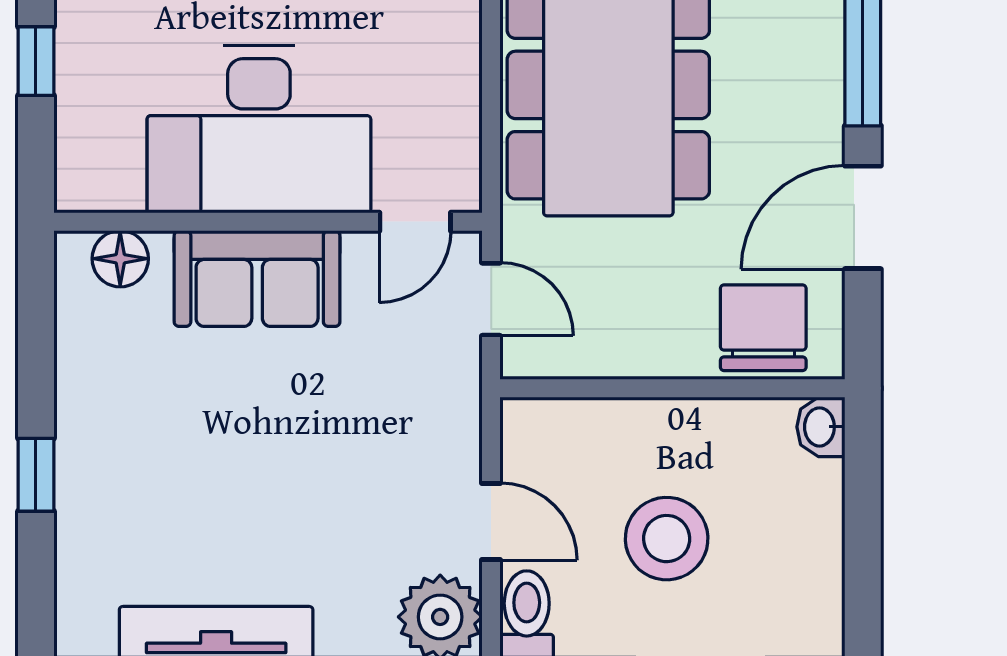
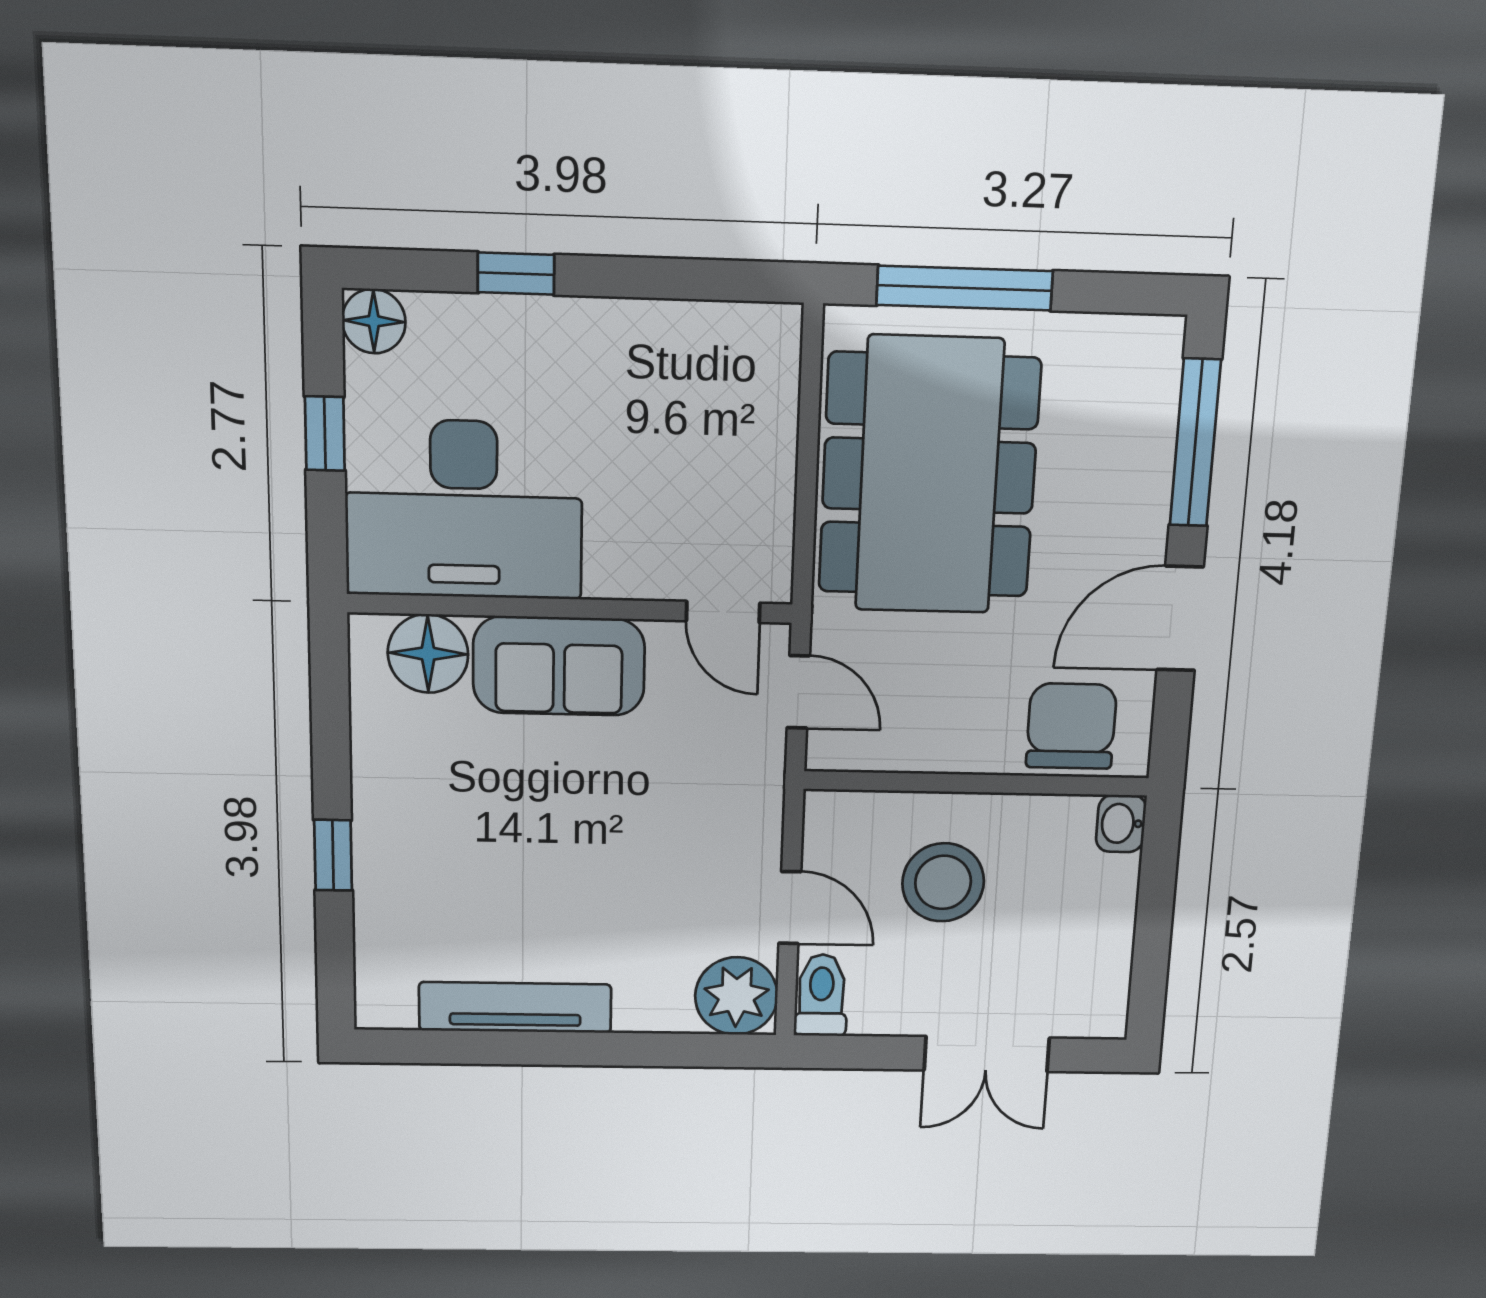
desk: (259, 129) -> (464, 510), moved
door: (415, 222) -> (723, 612), hinge flipped
floor lamp: (120, 259) -> (428, 654), width x1.38, depth x1.38
stool: (667, 539) -> (943, 882), moved

